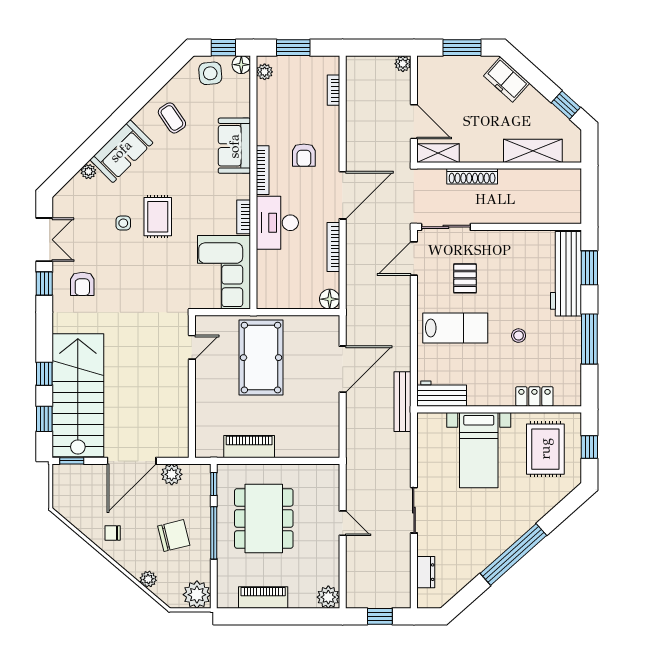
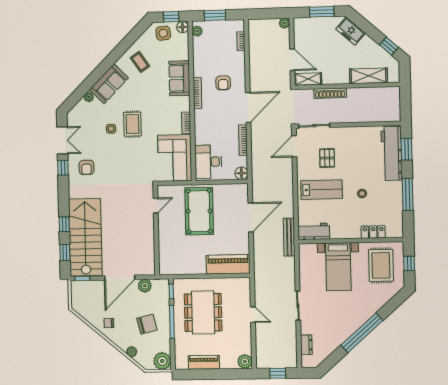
desk: (277, 223) -> (208, 162), moved
piano: (249, 447) -> (228, 264), moved, width x1.37, depth x1.33

